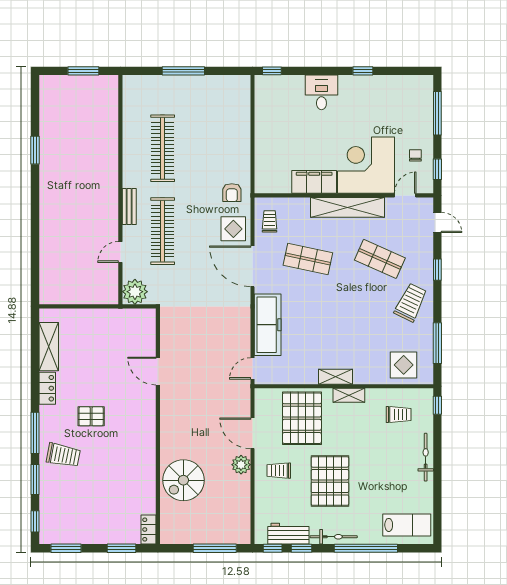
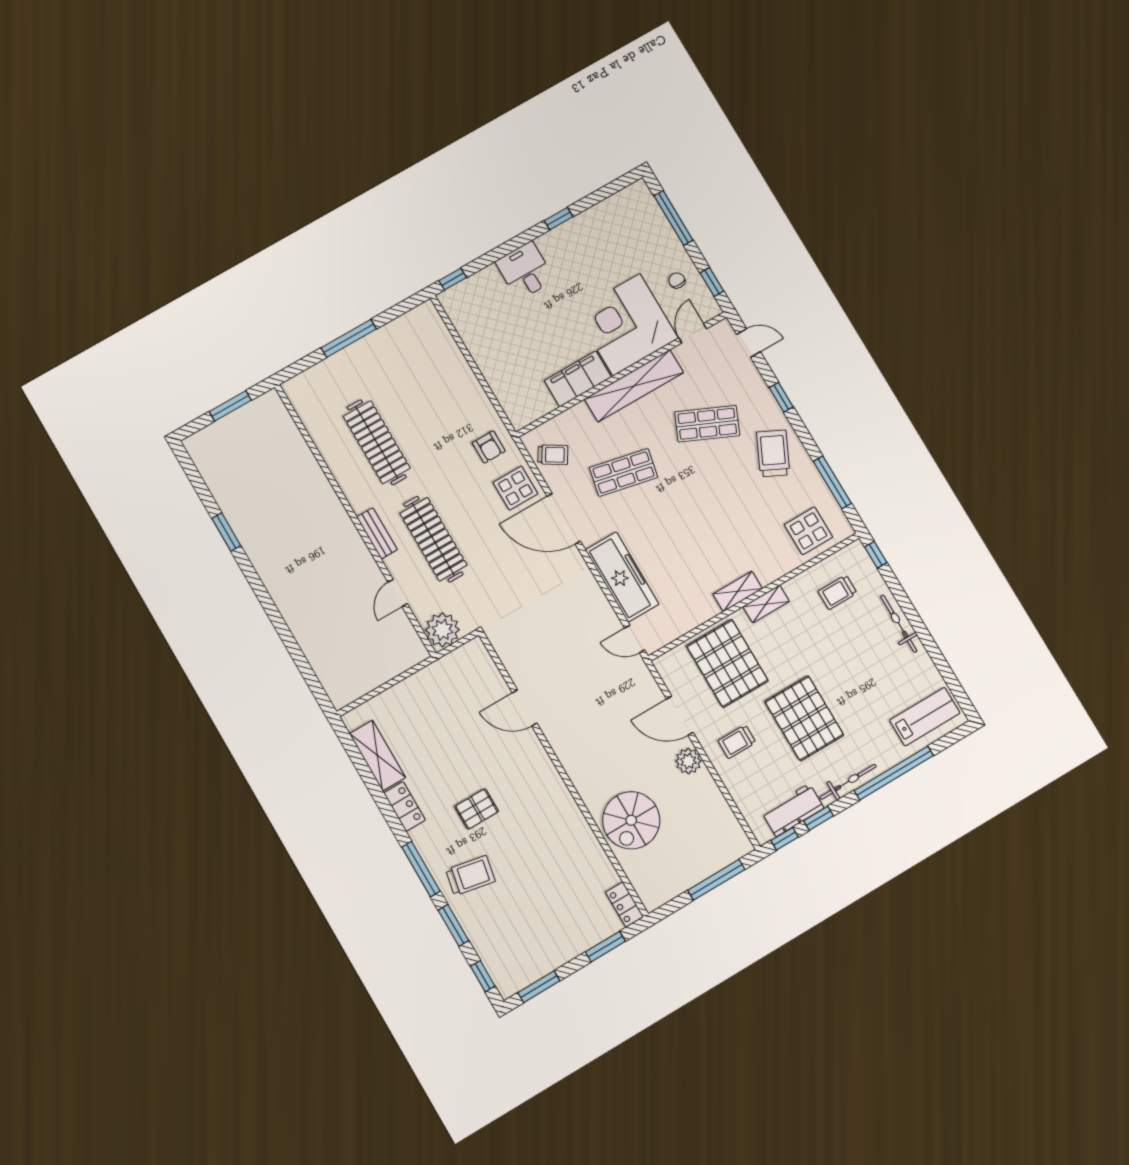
trolley: (270, 221) -> (553, 455), turned 122
door: (252, 369) -> (635, 639), hinge flipped
trolley: (399, 415) -> (837, 592), turned 180

